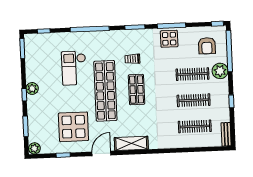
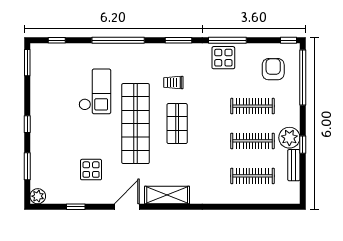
armchair: (207, 46) -> (273, 69), turned 180
checkout: (74, 68) -> (95, 91), turned 180
plant: (220, 71) -> (289, 138), moved
plant: (32, 88) -> (38, 116), removed
display table: (73, 127) -> (91, 170), width x0.54, depth x0.54
bench: (226, 134) -> (294, 165), moved

